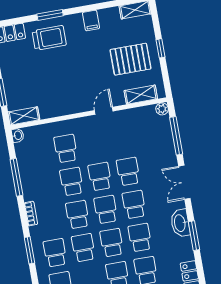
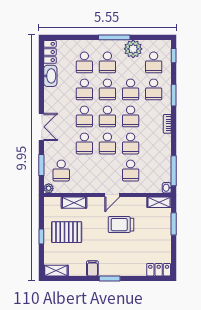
window: (50, 15) -> (110, 278), moved
trolley: (49, 38) -> (121, 225), moved
shelving: (141, 95) -> (74, 203), moved
door: (104, 111) -> (112, 195), moved
school desk: (151, 133) -> (61, 171), added
window: (176, 136) -> (41, 165), width x0.69
window: (16, 177) -> (174, 171), moved
washbasin: (180, 223) -> (50, 76), moved
window: (194, 236) -> (41, 83), removed

